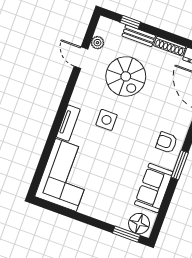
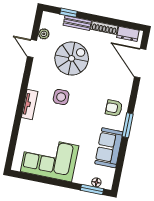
spiral stairs: (126, 76) -> (72, 58), turned -90
corner sofa: (66, 175) -> (50, 159), moved, turned -90
floor lamp: (139, 224) -> (96, 182), width x0.53, depth x0.53

